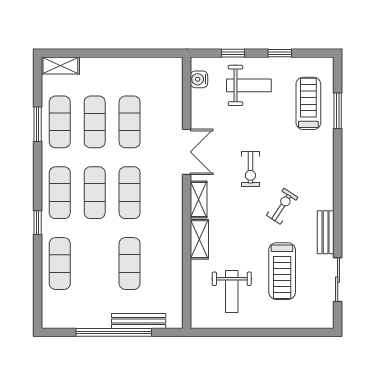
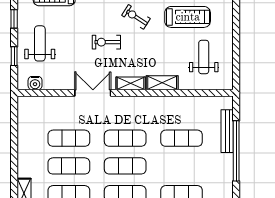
exercise bike: (250, 169) -> (106, 42), turned 180
weight bench: (232, 291) -> (204, 57), turned -90

